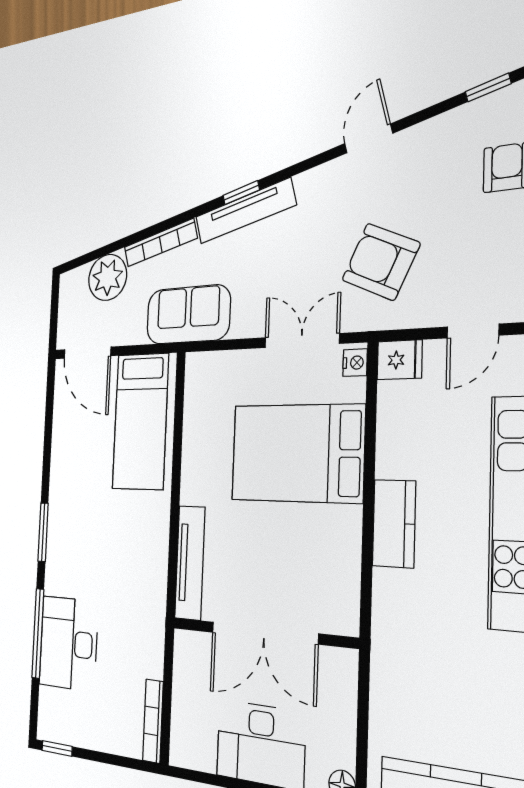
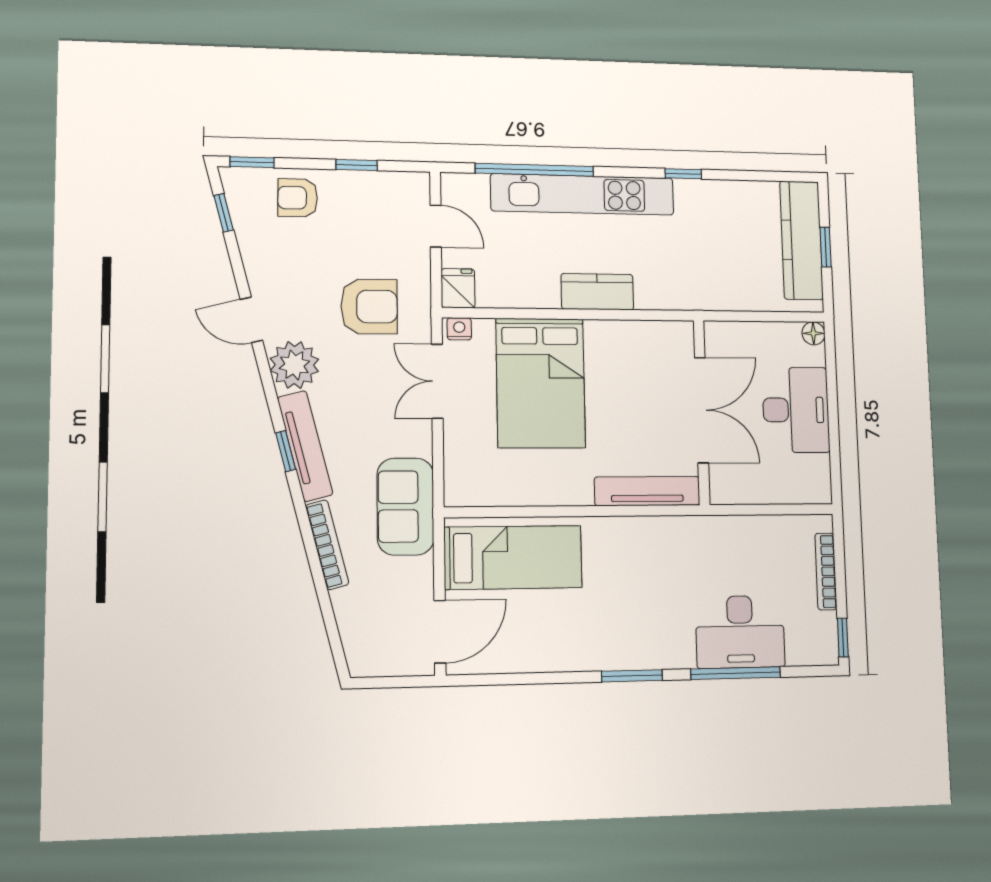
armchair: (381, 262) -> (369, 306), turned -115
plant: (108, 277) -> (294, 365), moved
bookcase: (153, 721) -> (826, 571), moved, turned 90

